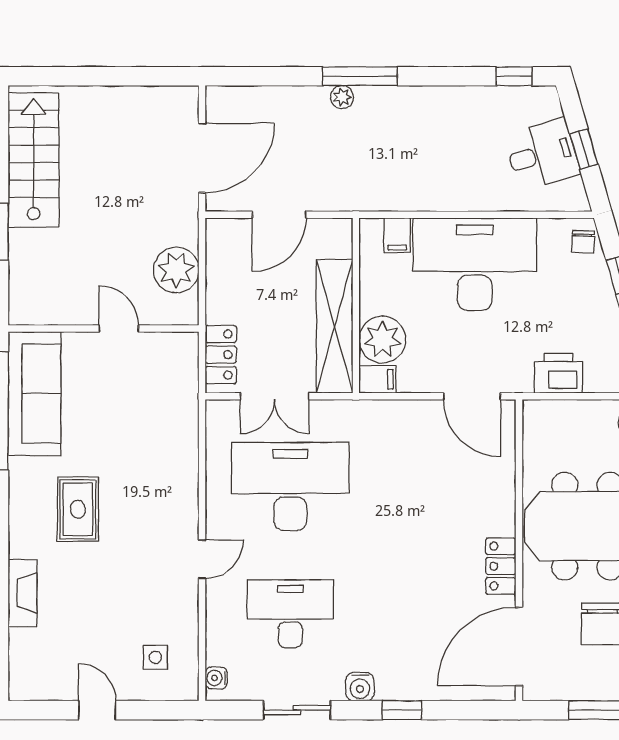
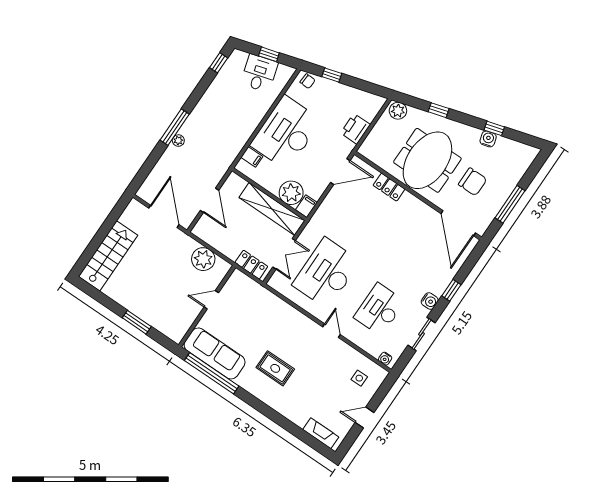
stairs: (34, 160) -> (108, 256), moved, turned 90
locker: (501, 566) -> (389, 187), moved
fireplace: (23, 593) -> (321, 433), moved

